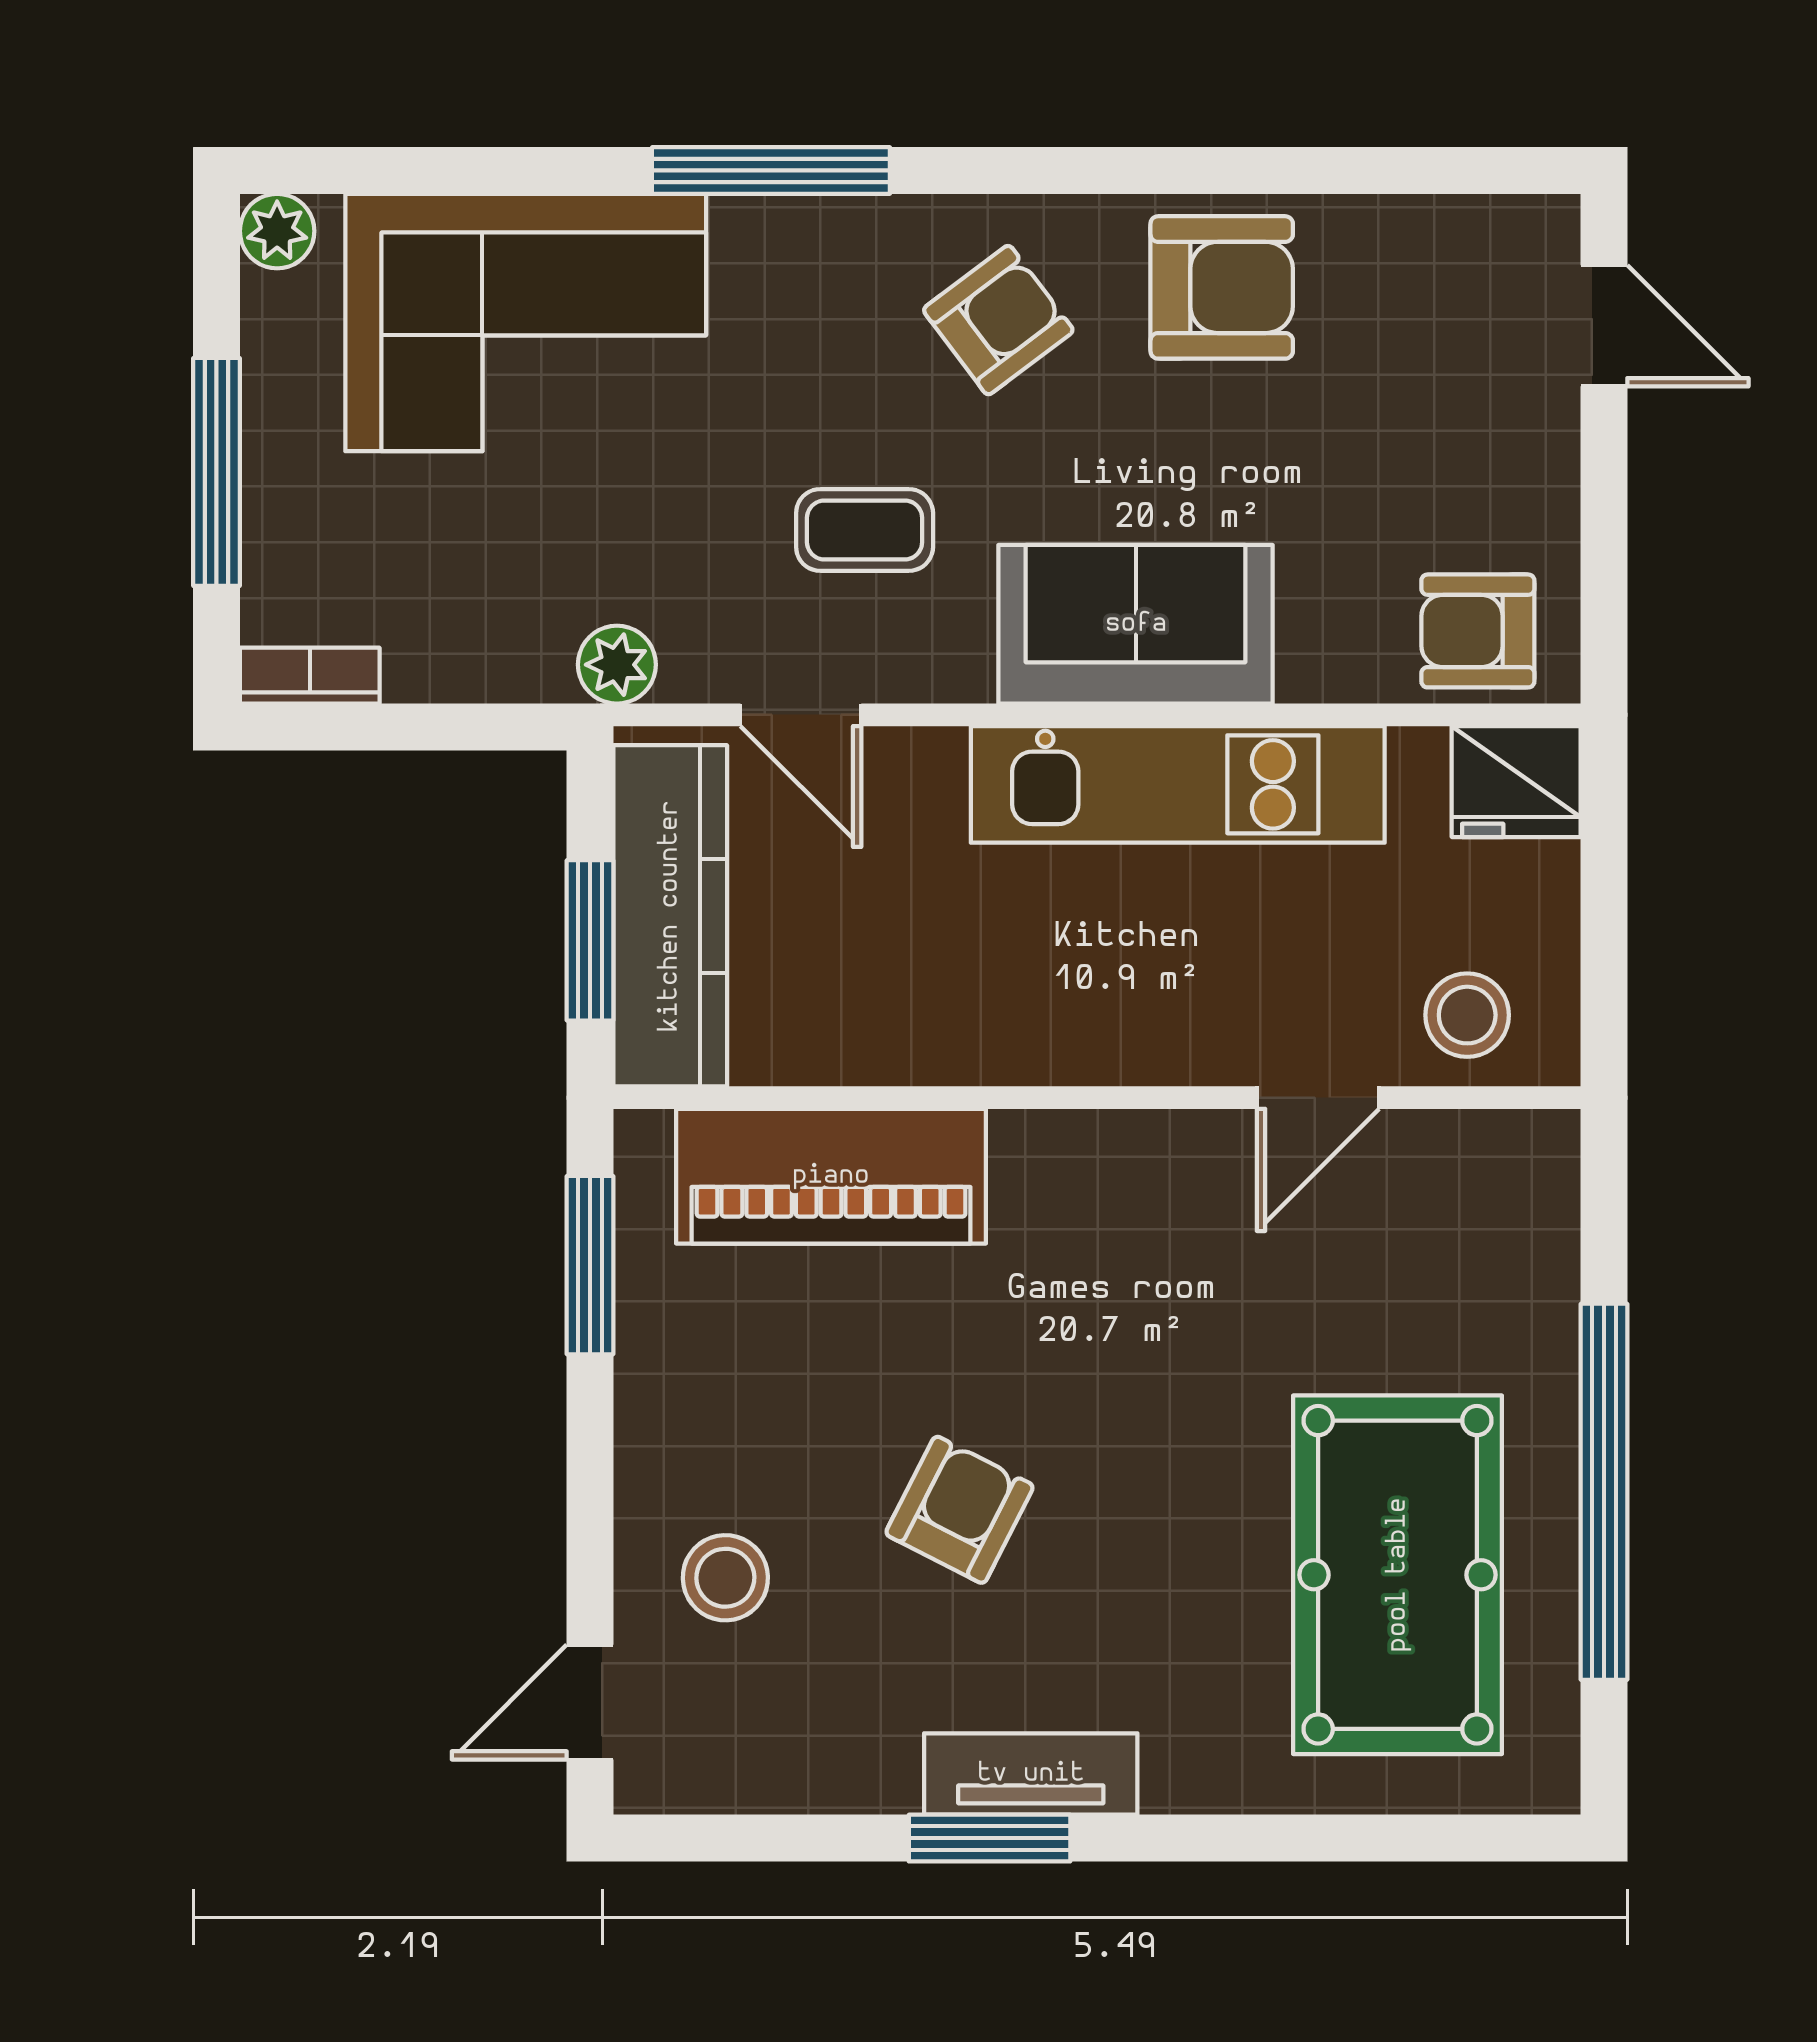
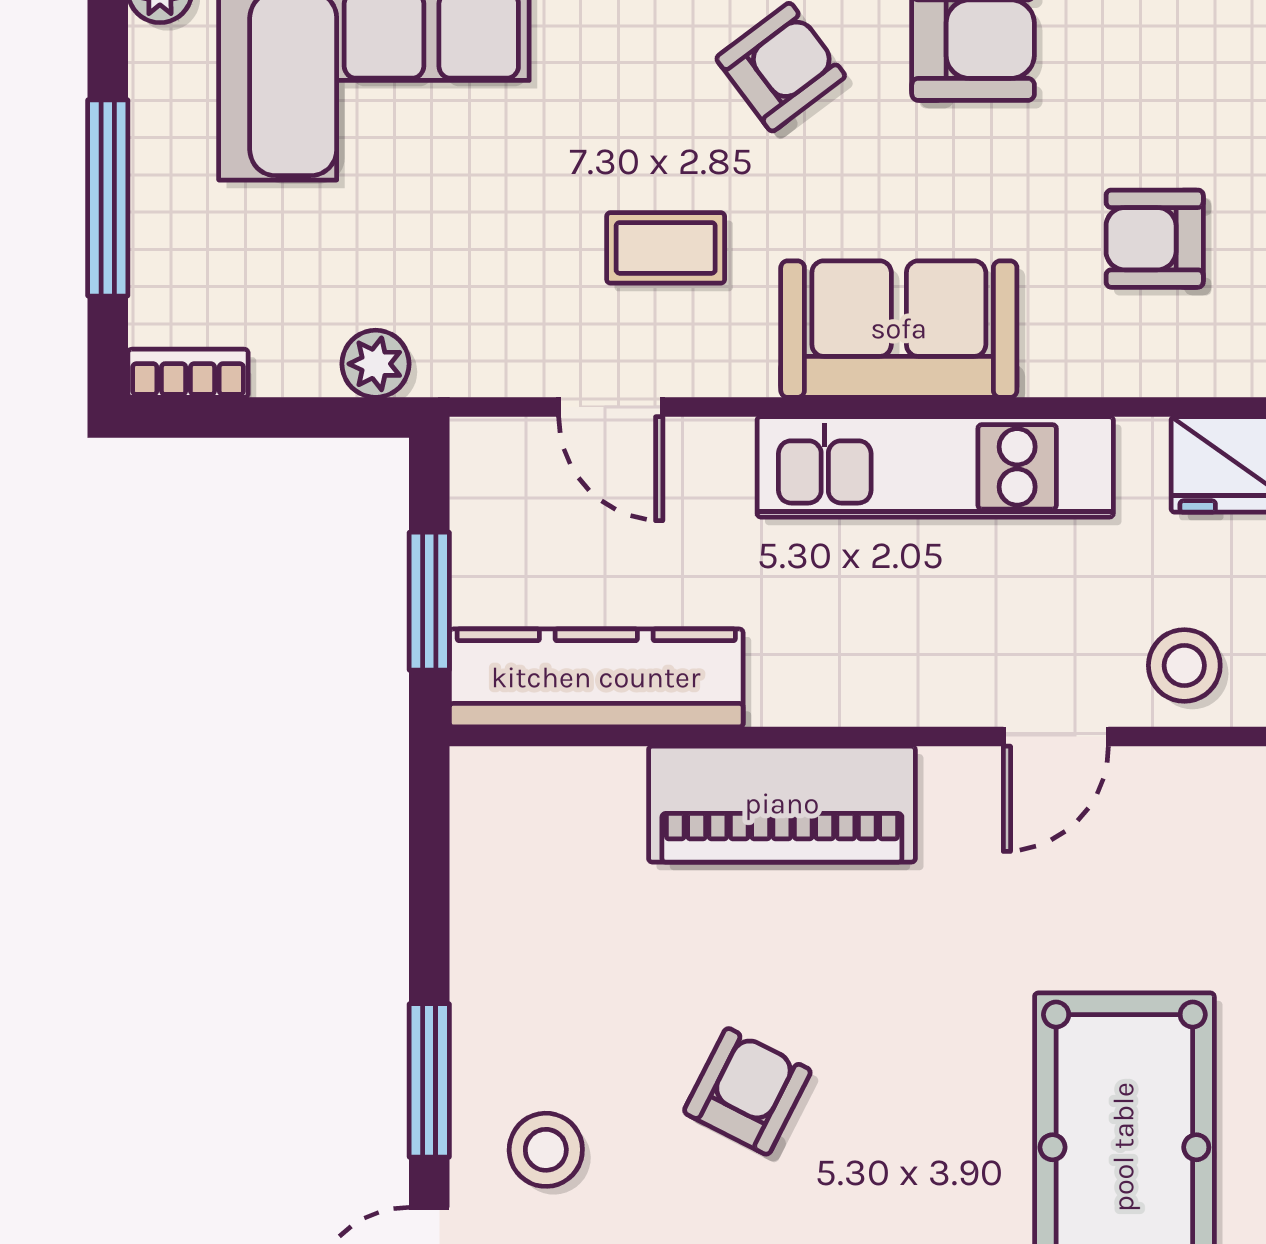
armchair: (1478, 631) -> (1155, 239), moved
plant: (617, 665) -> (376, 364), moved
kitchen counter: (670, 916) -> (596, 678), moved, turned -90
piano: (831, 1176) -> (782, 804), moved
window: (590, 1265) -> (429, 1080), moved

